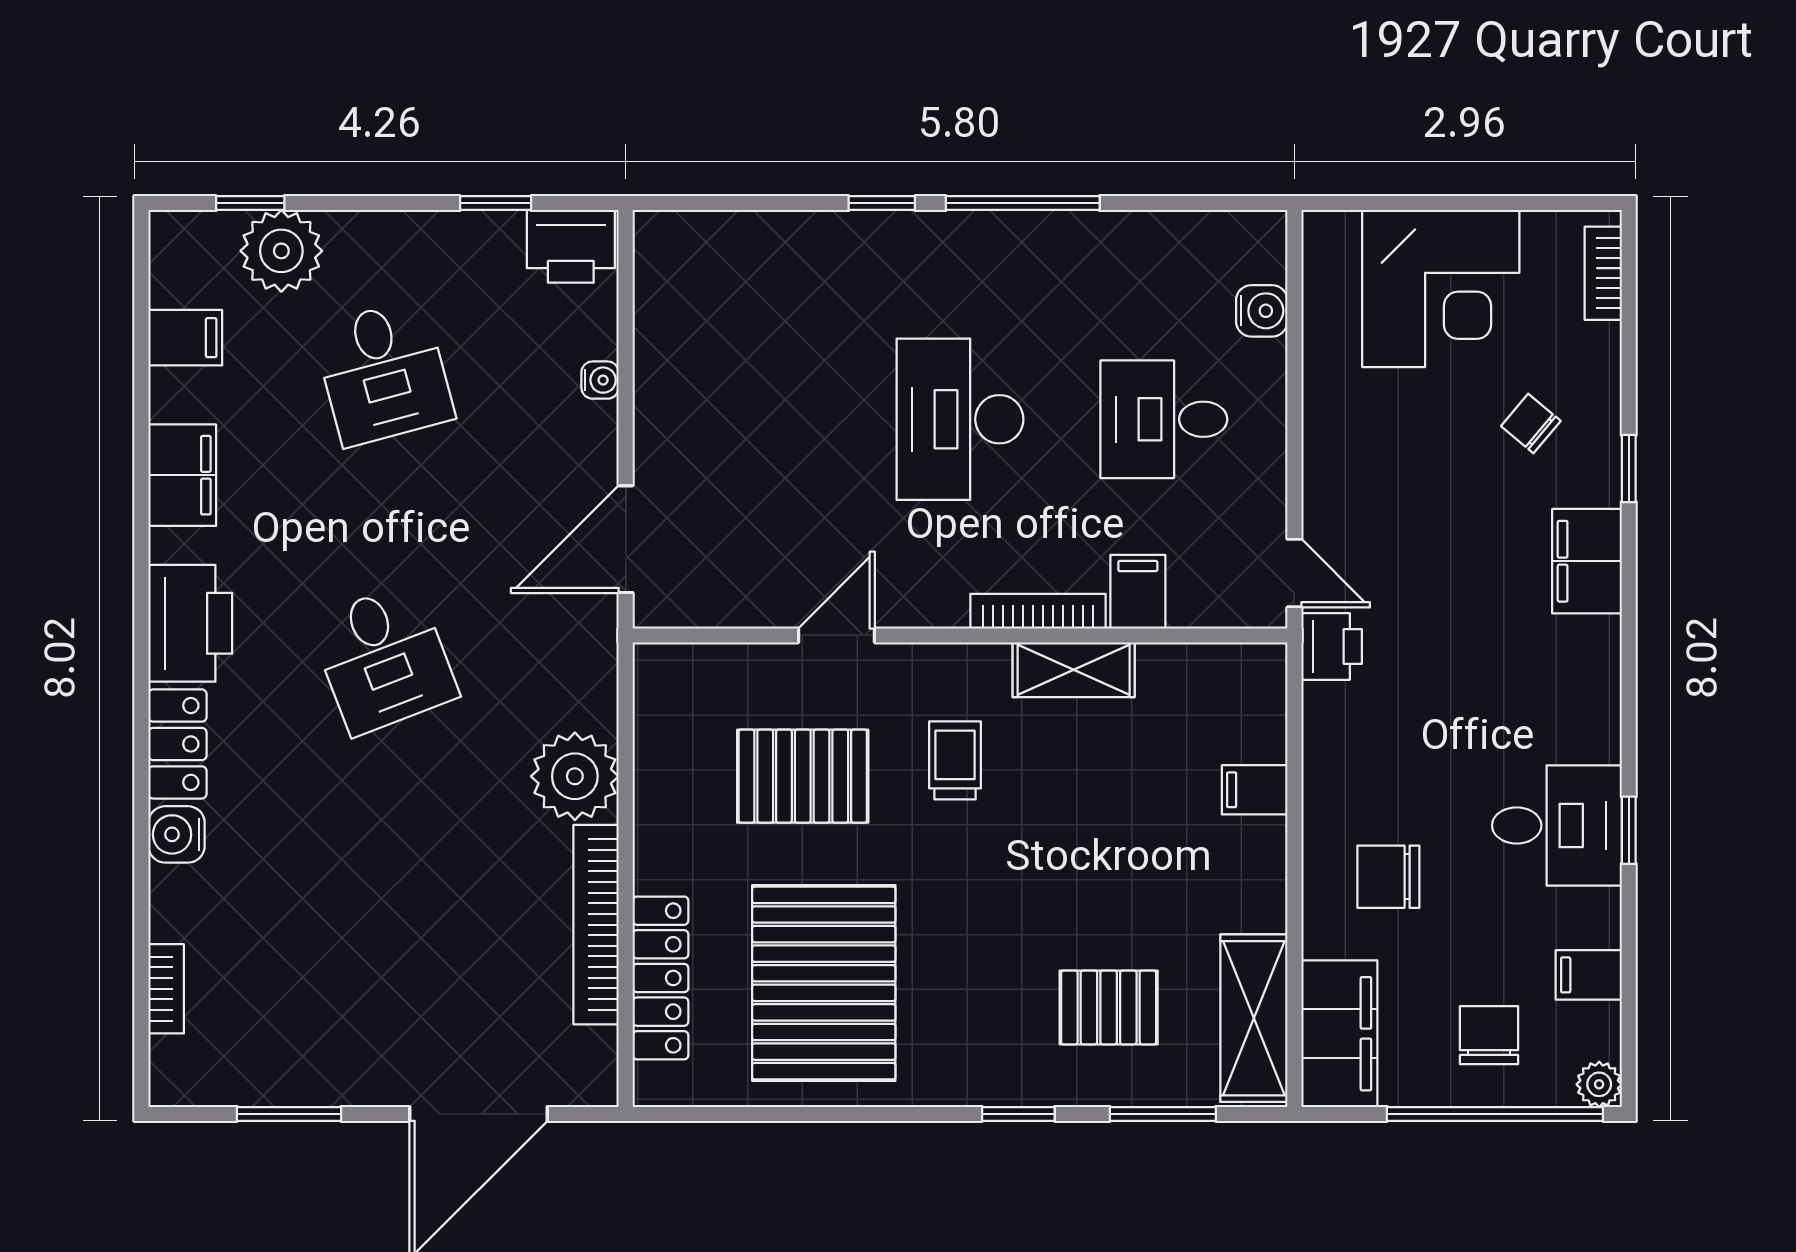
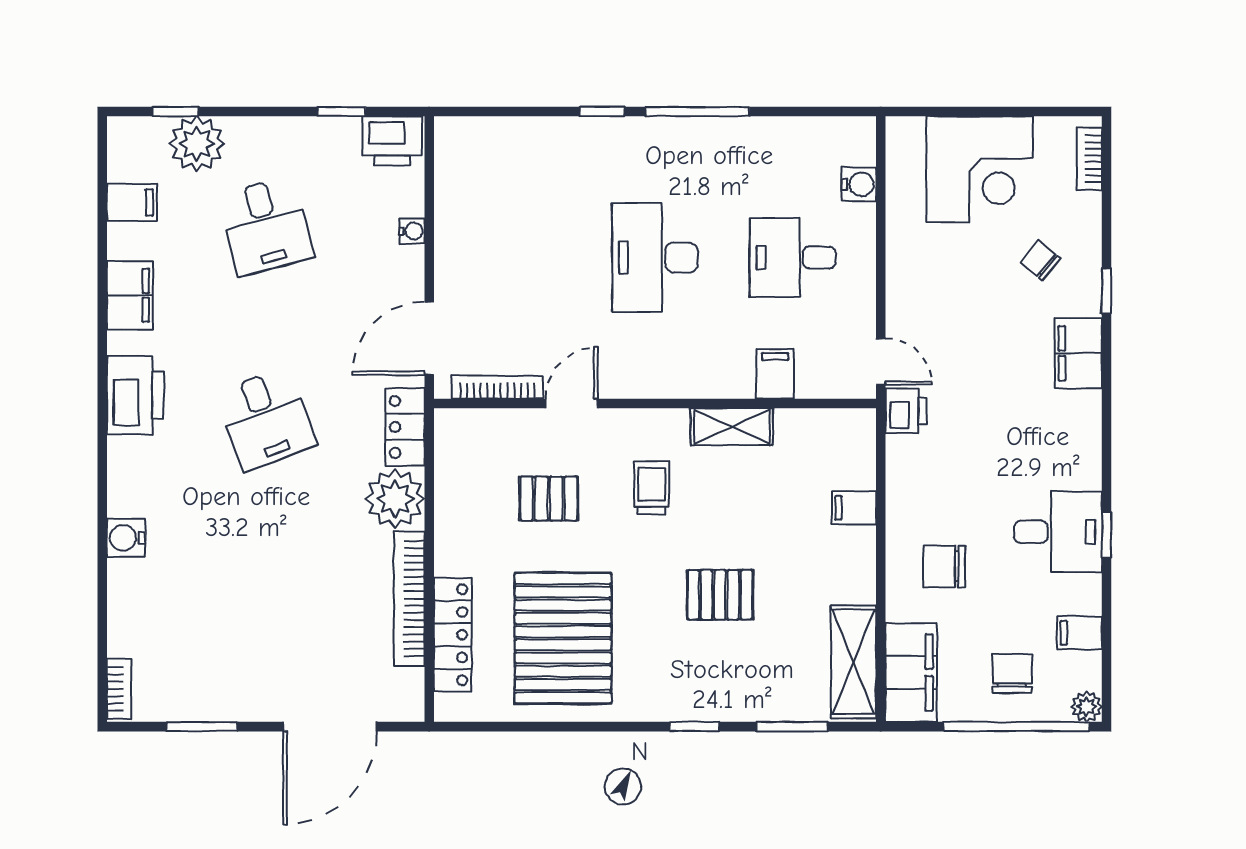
bookcase: (1038, 611) -> (498, 387), moved
locker: (177, 744) -> (405, 427), moved, turned 180
pallet: (803, 776) -> (549, 499), width x0.67, depth x0.71
bookcase: (166, 989) -> (119, 689), moved
pallet: (1109, 1007) -> (720, 595), moved

